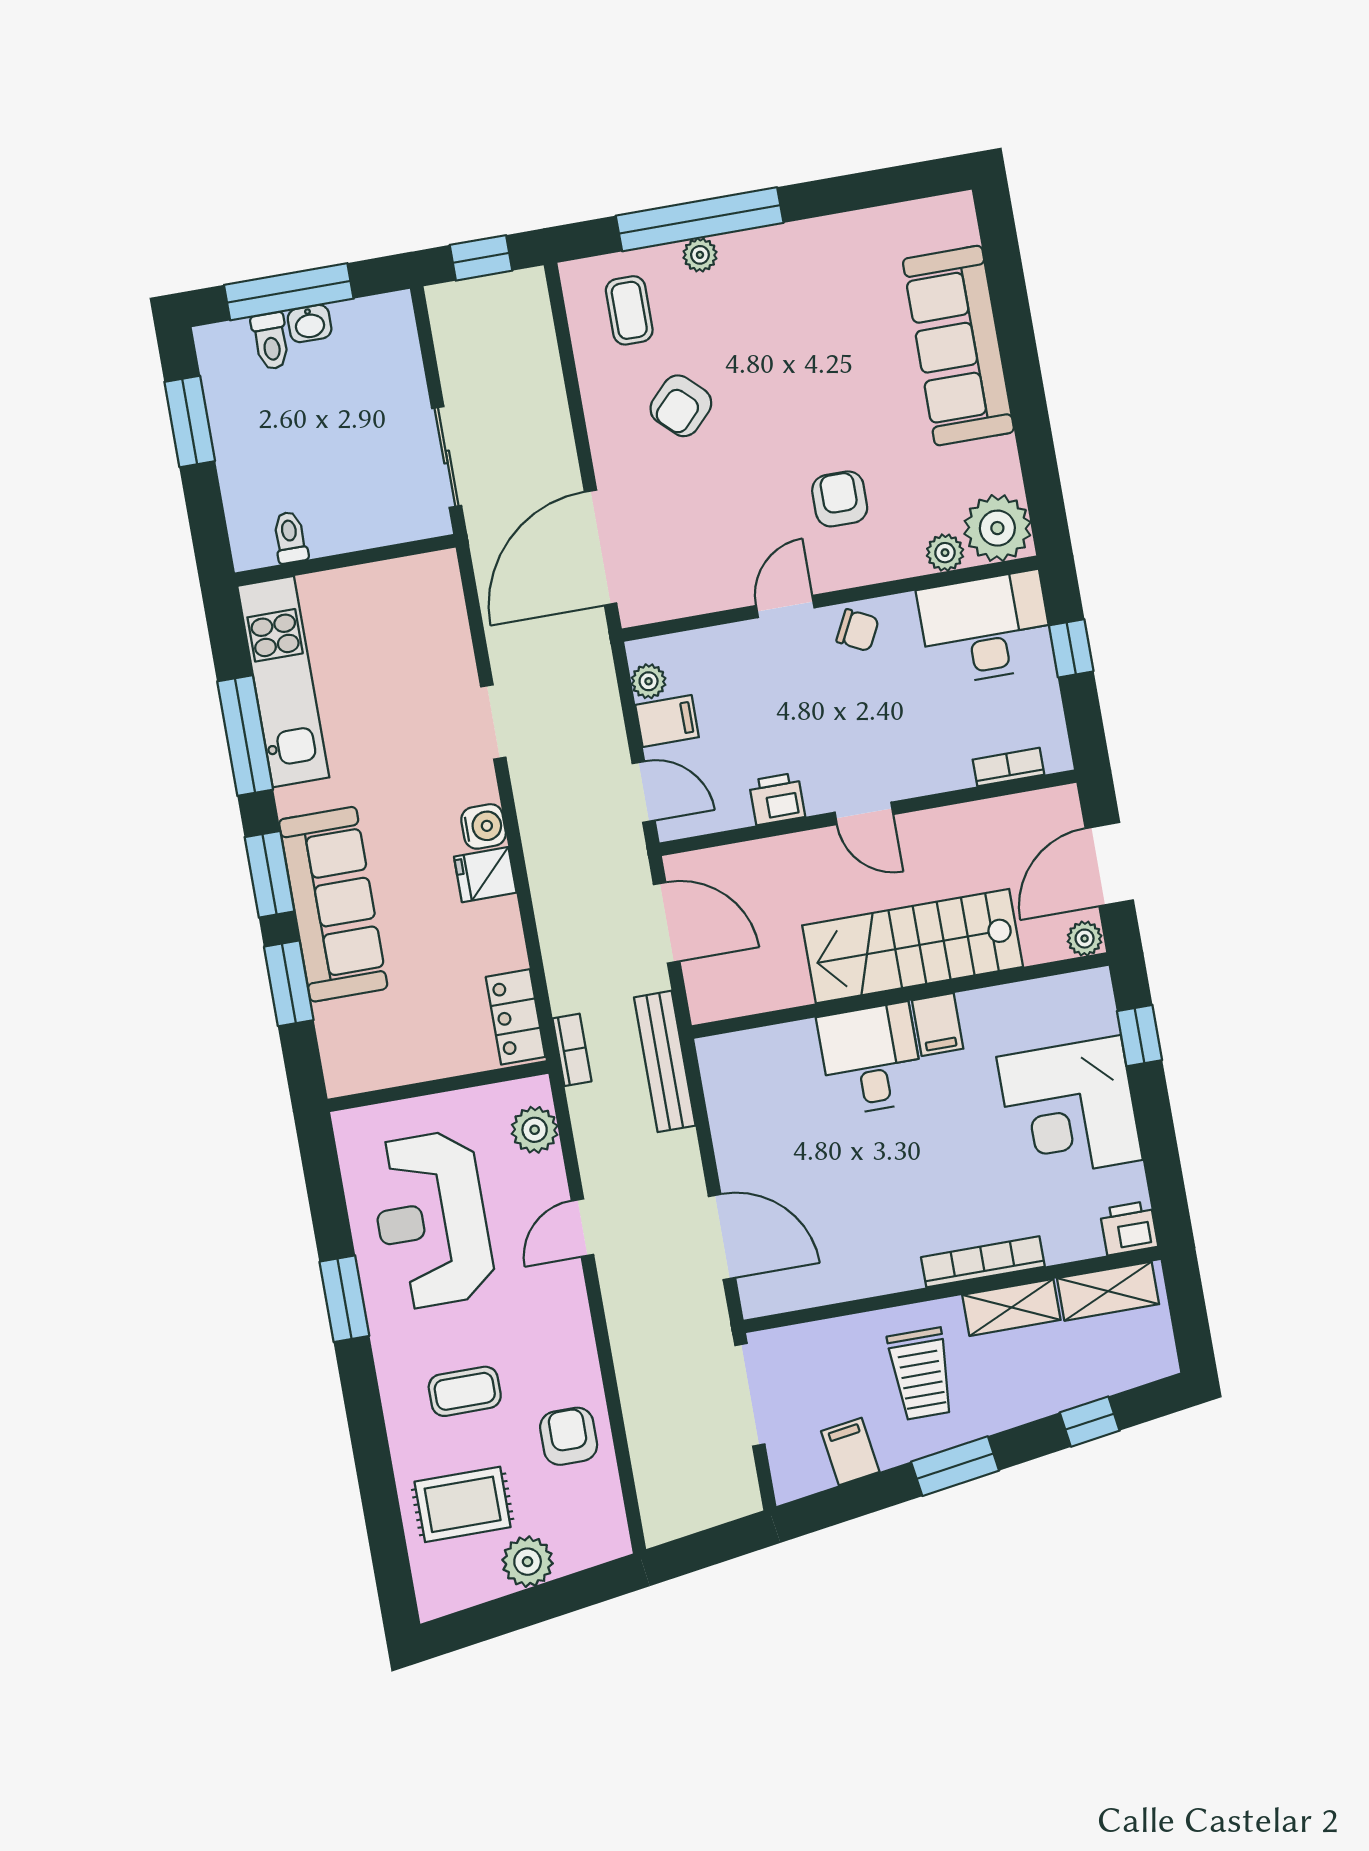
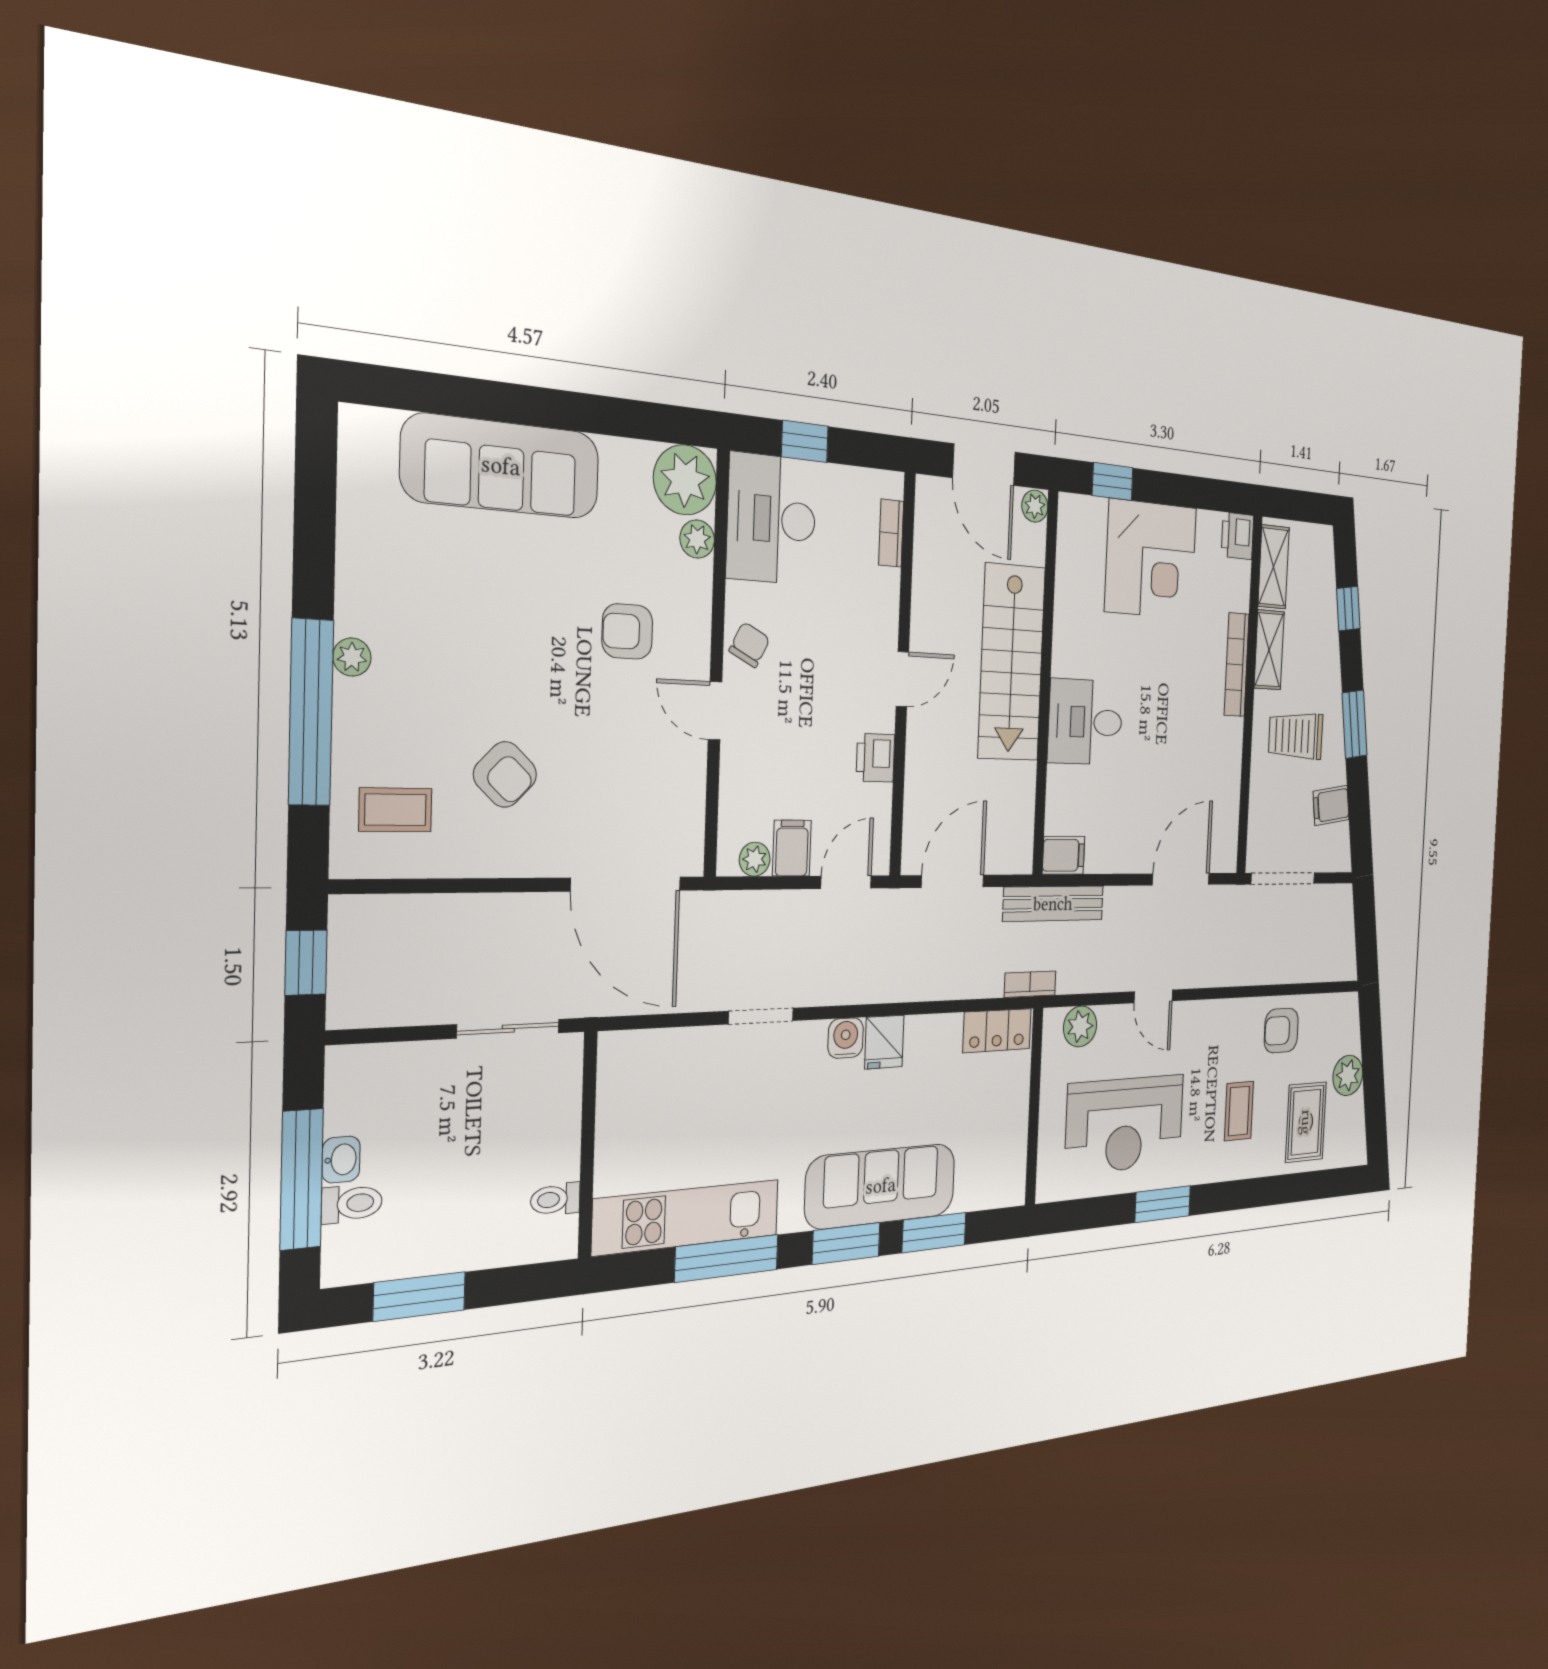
plant: (700, 255) -> (352, 657), moved
filing cabinet: (938, 1025) -> (1064, 855), moved
trolley: (921, 1374) -> (1296, 736), turned 180

